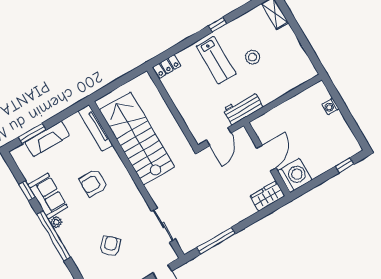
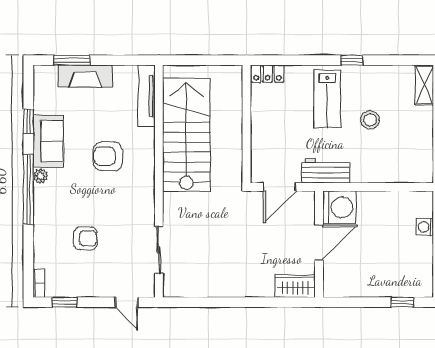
washing machine: (295, 176) -> (339, 207), moved
window: (216, 241) -> (208, 302), removed
armchair: (110, 246) -> (85, 238), turned 47

